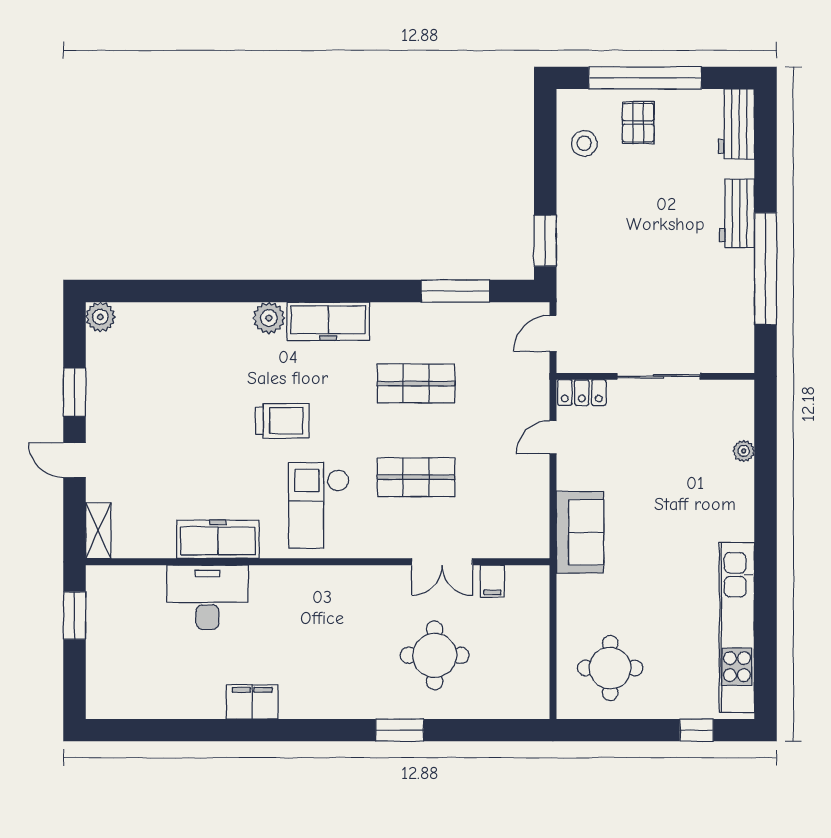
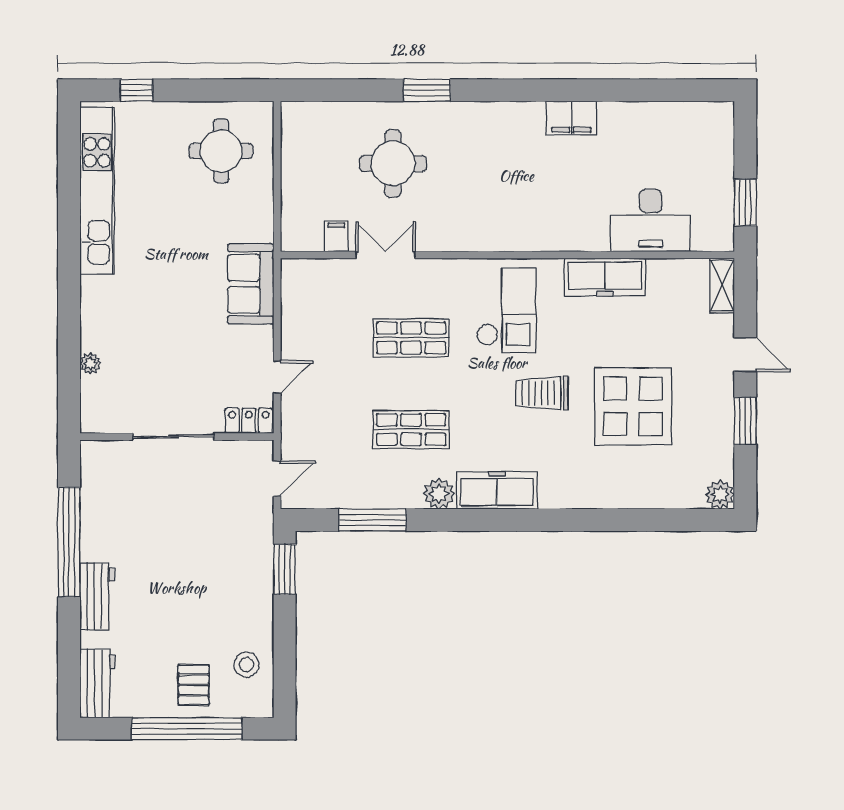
plant: (269, 318) -> (439, 494), moved
display table: (189, 407) -> (633, 406), added
desk: (208, 597) -> (650, 220), moved

